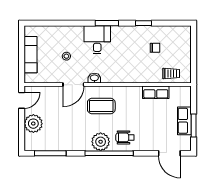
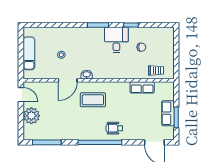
desk: (97, 40) -> (116, 40), moved
door: (22, 100) -> (21, 95), hinge flipped
plant: (101, 142) -> (92, 132), removed

